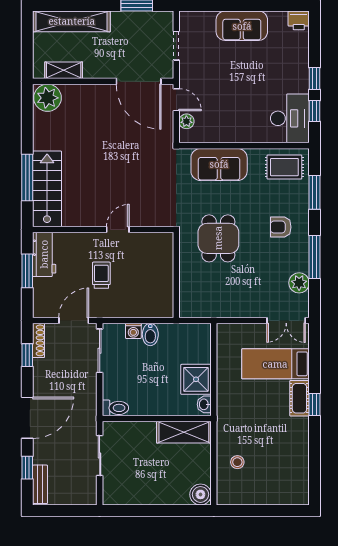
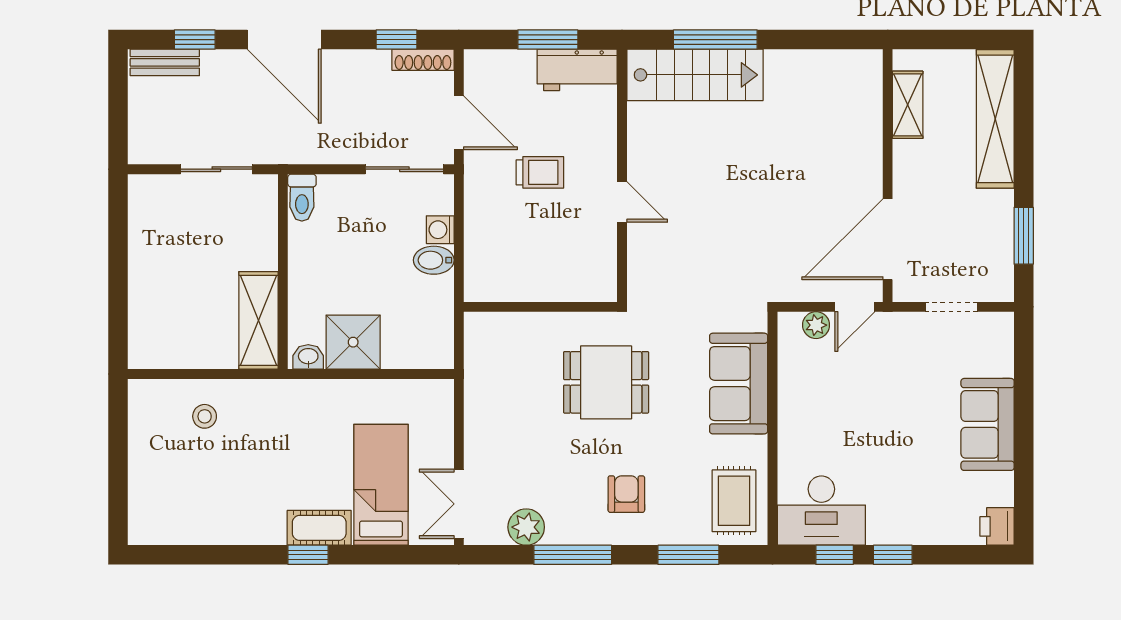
plant: (48, 98) -> (858, 76), removed
boiler: (200, 494) -> (147, 350), removed

